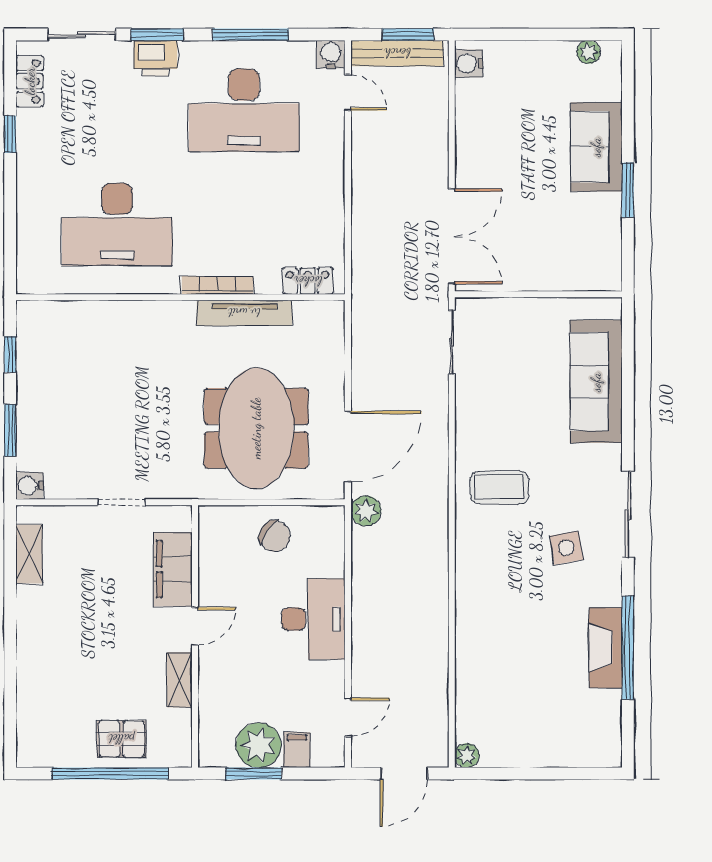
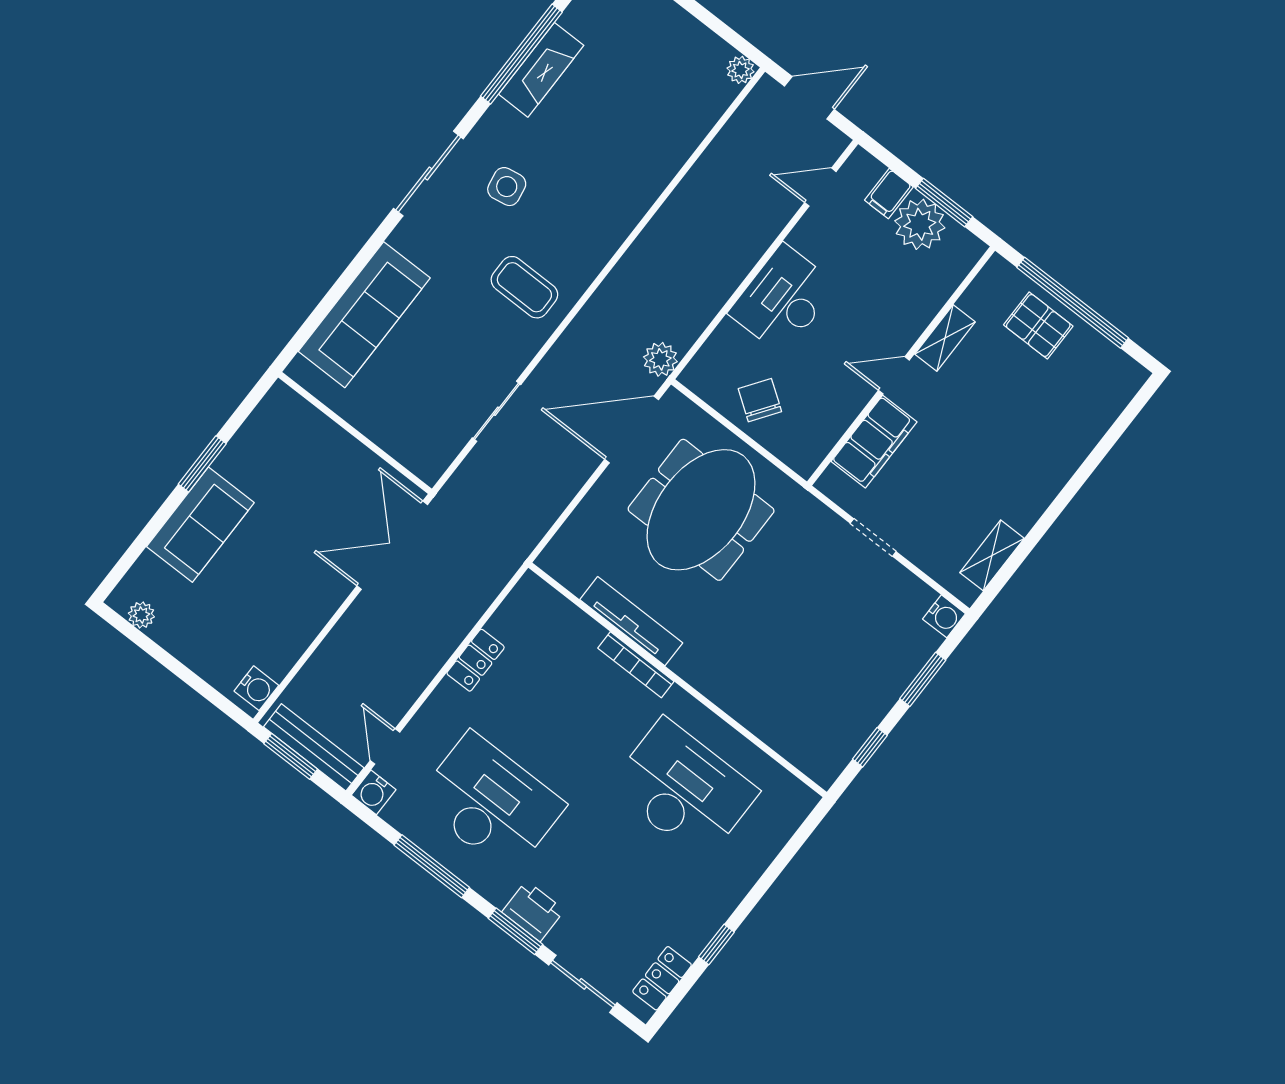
locker: (308, 281) -> (476, 660), moved, turned -90
sliding door: (452, 342) -> (497, 411), moved

